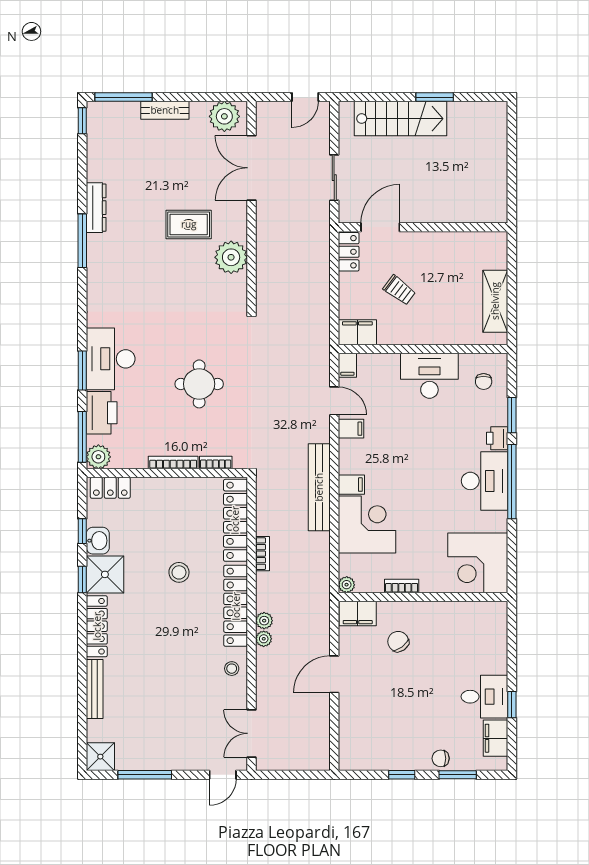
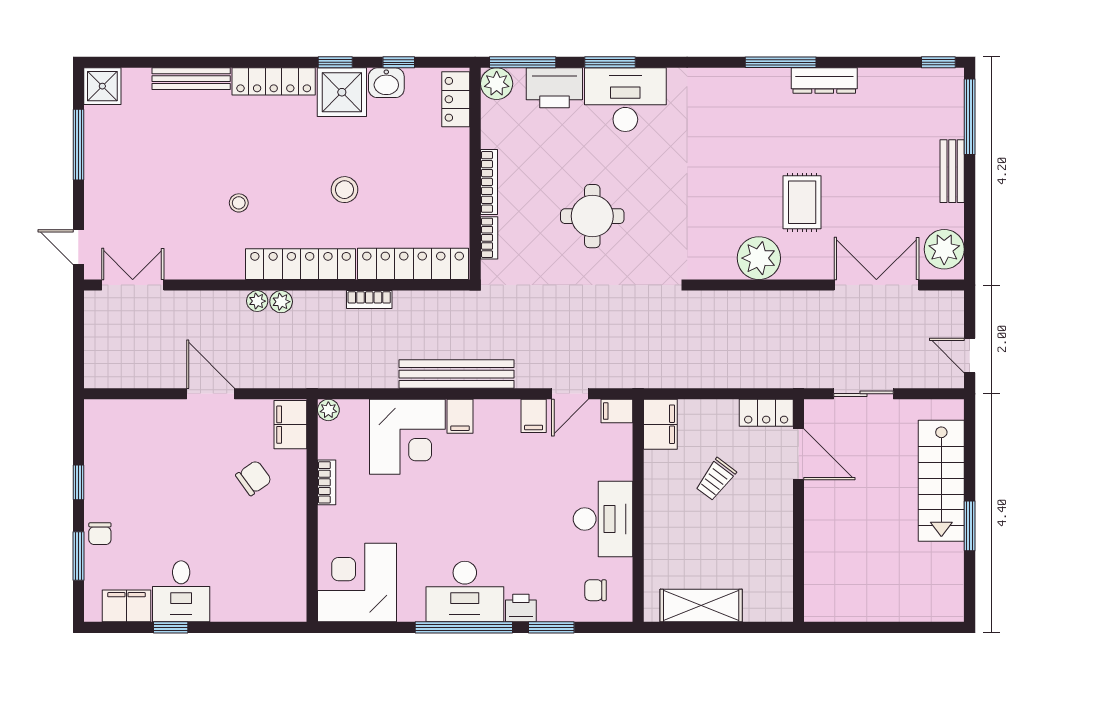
stool: (232, 669) -> (239, 203), moved
chair: (441, 758) -> (100, 534), turned 180

